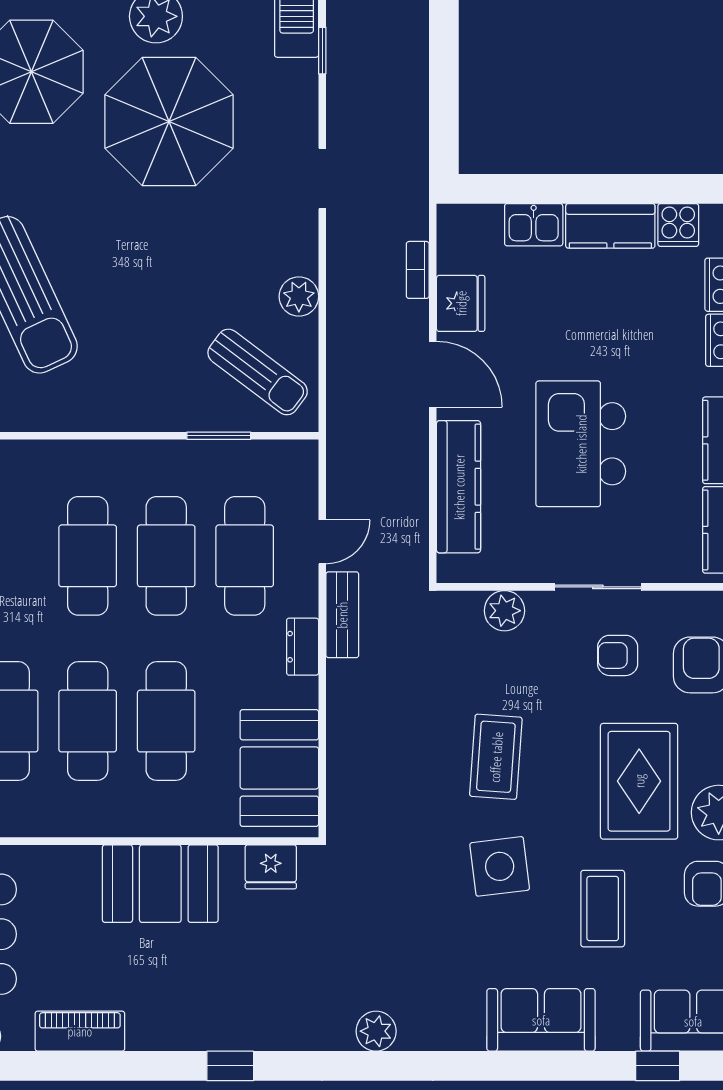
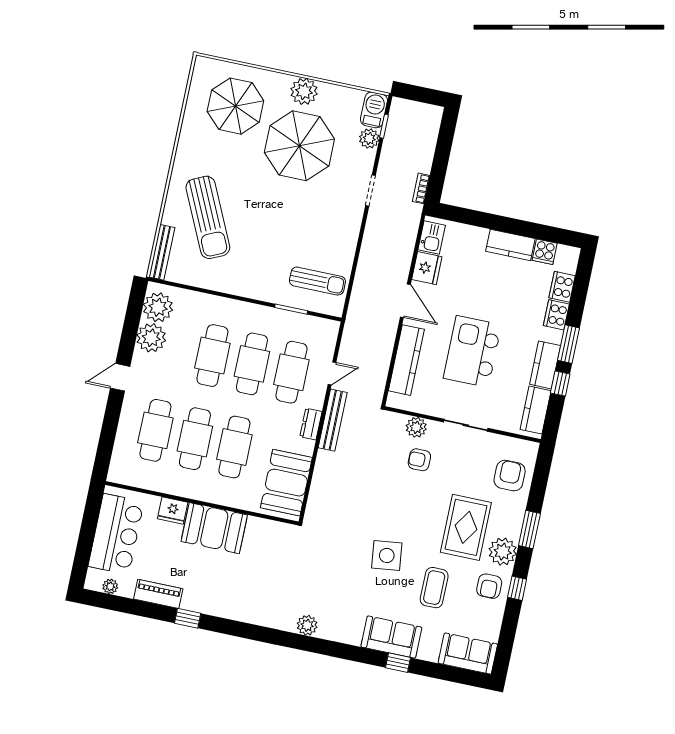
kitchen sink: (534, 225) -> (432, 238), moved, turned -90
bookcase: (418, 270) -> (421, 188), moved
plant: (299, 296) -> (369, 138), moved
sun lounger: (258, 372) -> (317, 281), turned -37
bench: (342, 615) -> (333, 420), width x1.36
armchair: (618, 655) -> (419, 460), moved
coffee table: (496, 757) -> (397, 500), removed
fridge: (271, 867) -> (173, 511), moved
window: (230, 1066) -> (188, 618), moved
window: (658, 1066) -> (398, 663), moved

